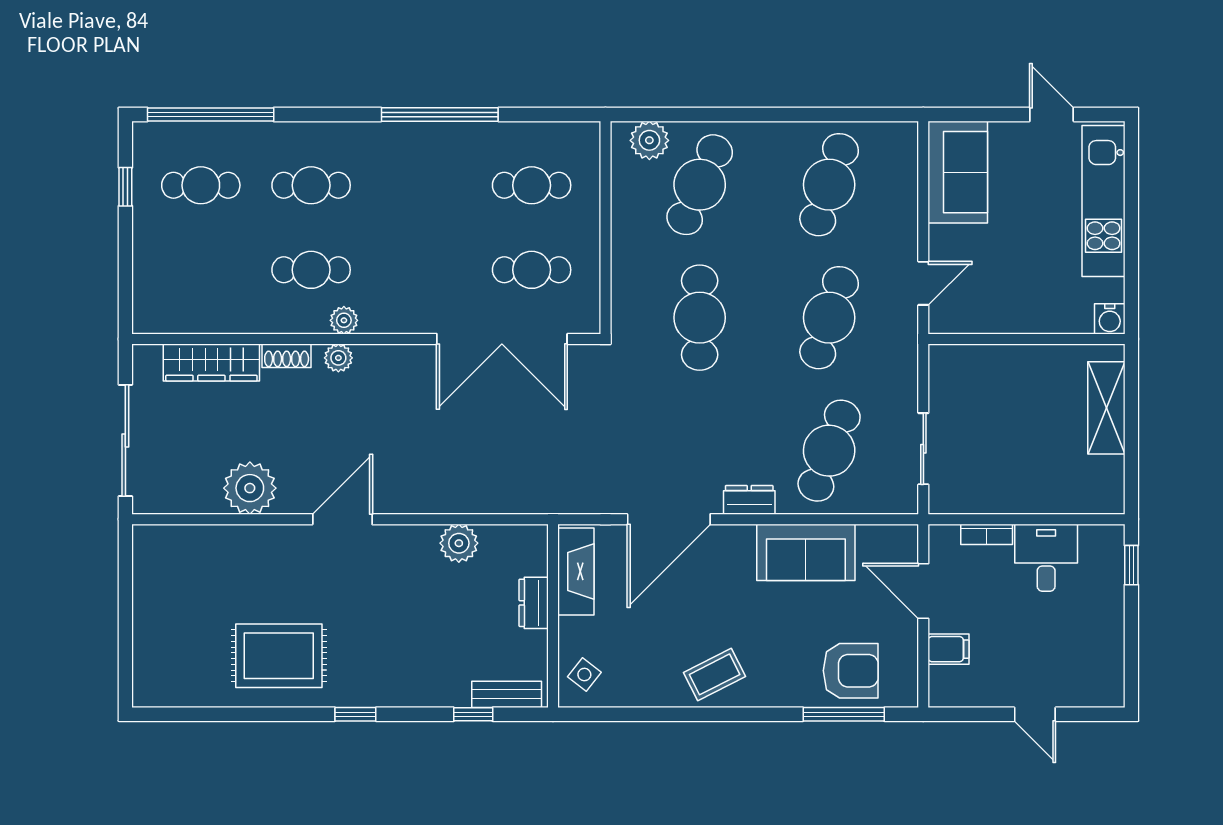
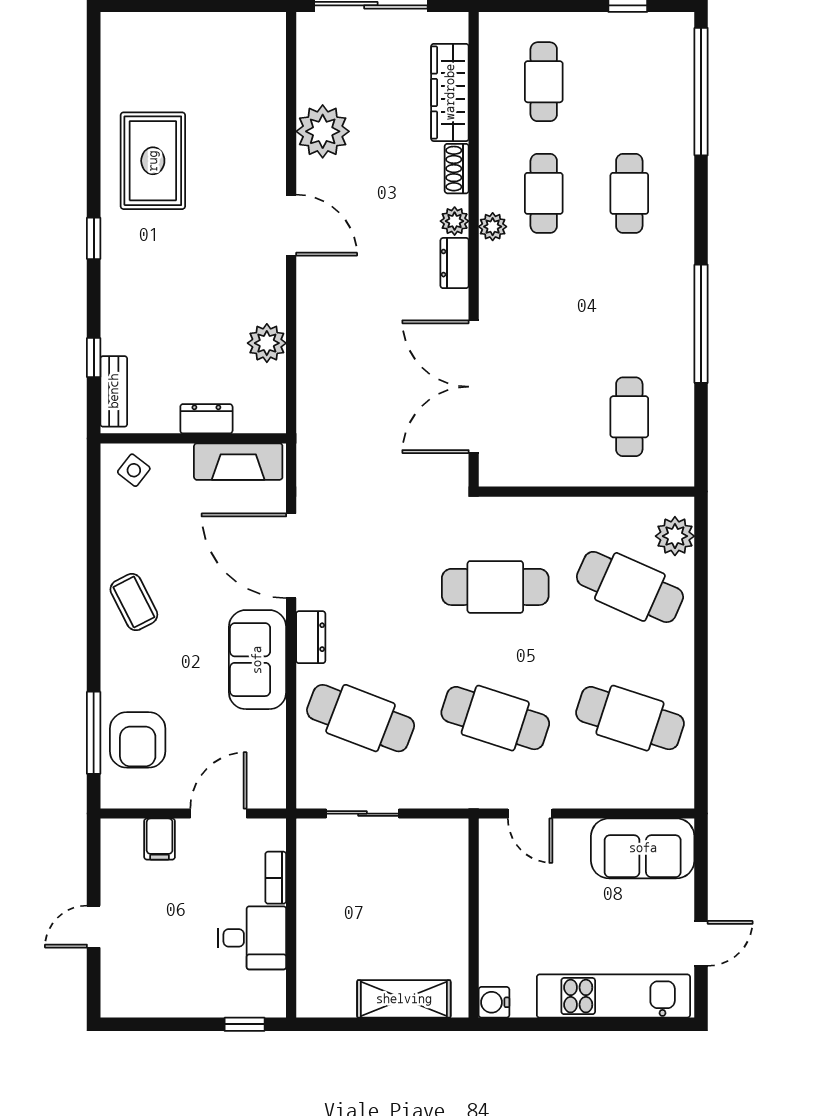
cafe table: (201, 185) -> (544, 82), moved
cafe table: (532, 270) -> (544, 417), removed
dresser: (380, 358) -> (455, 263), added
sofa: (806, 552) -> (257, 660), moved

